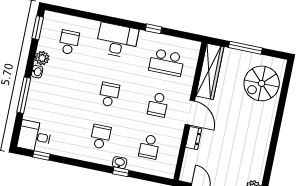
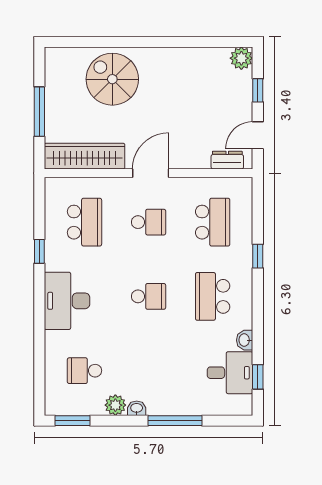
spiral stairs: (262, 83) -> (112, 79), moved, turned 180
school desk: (109, 95) -> (149, 296), turned 180
desk: (34, 136) -> (230, 373), moved, turned -90
school desk: (100, 137) -> (213, 296), width x1.85
dresser: (194, 138) -> (227, 160), moved
school desk: (149, 147) -> (213, 222), width x1.85
washbasin: (120, 163) -> (245, 340), moved

